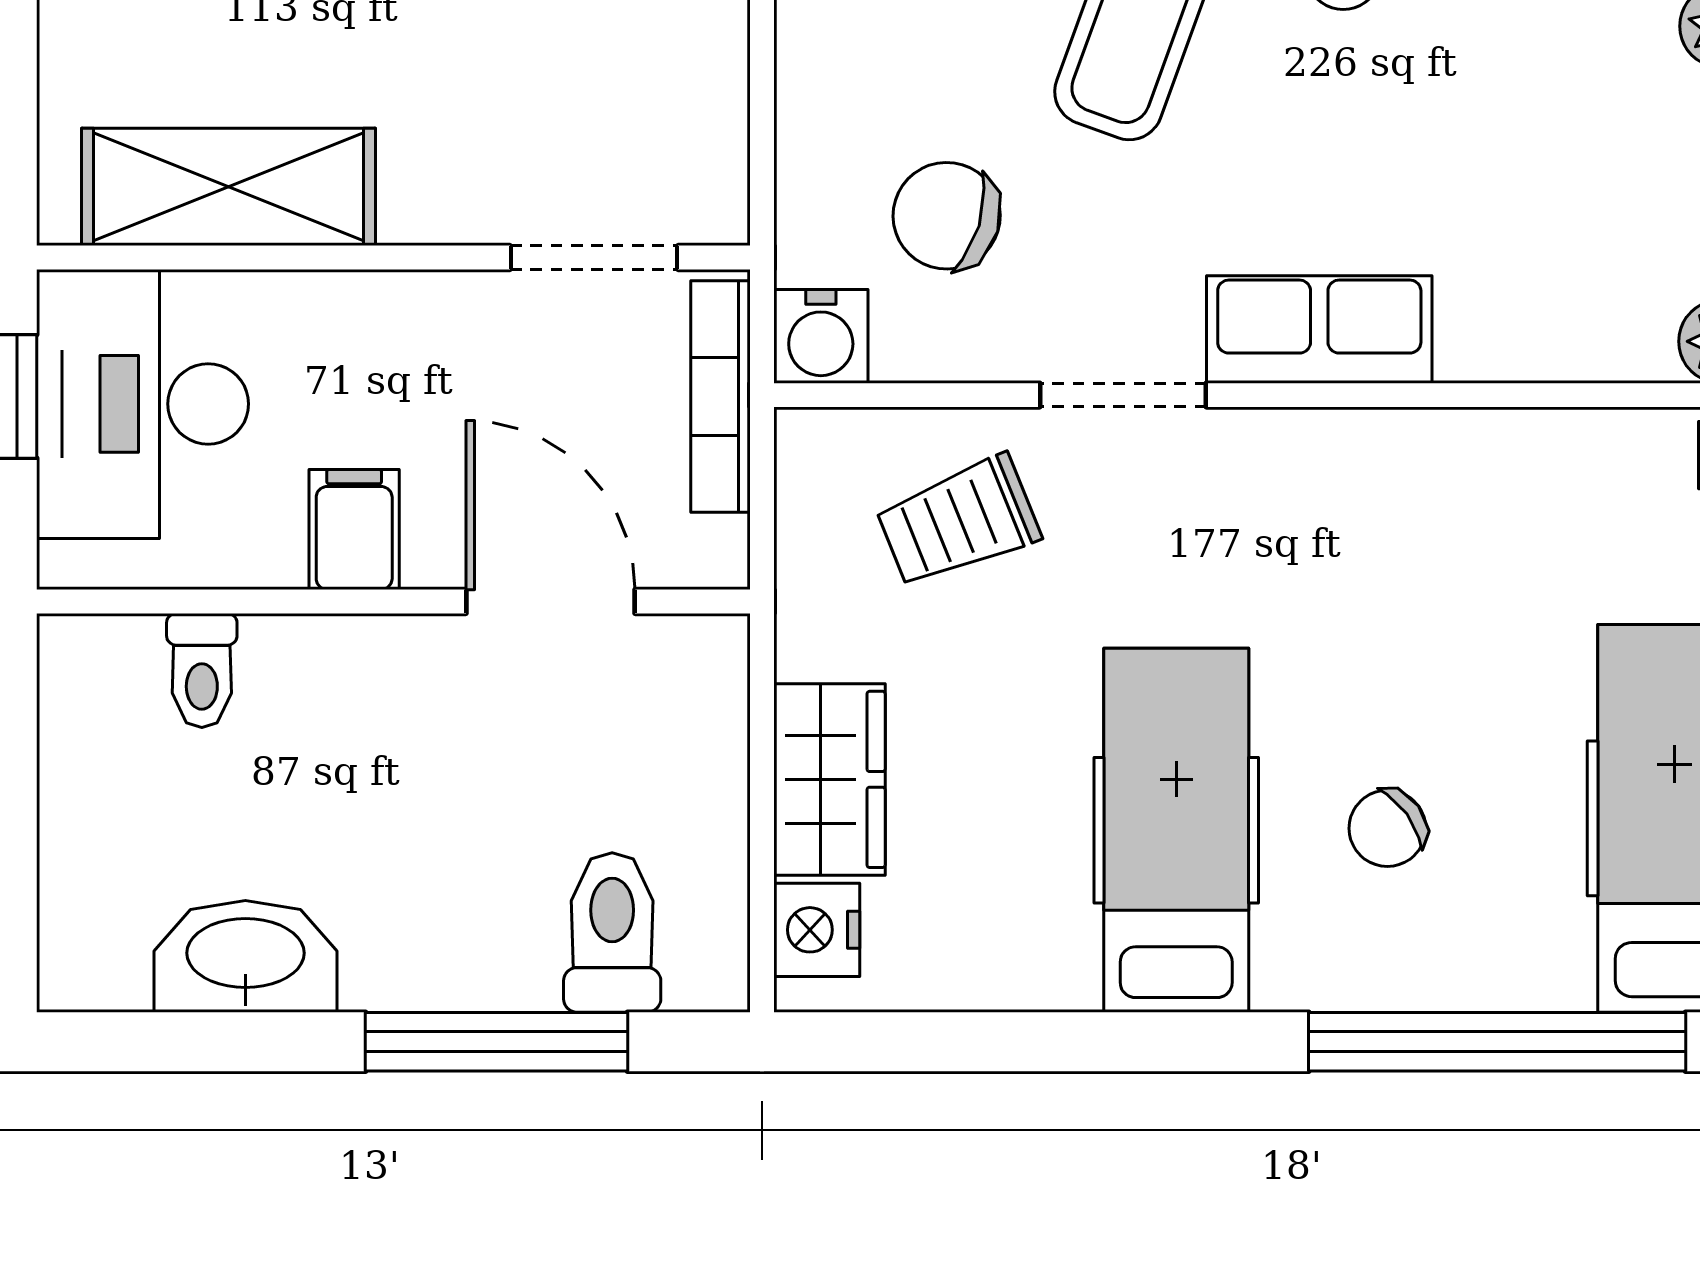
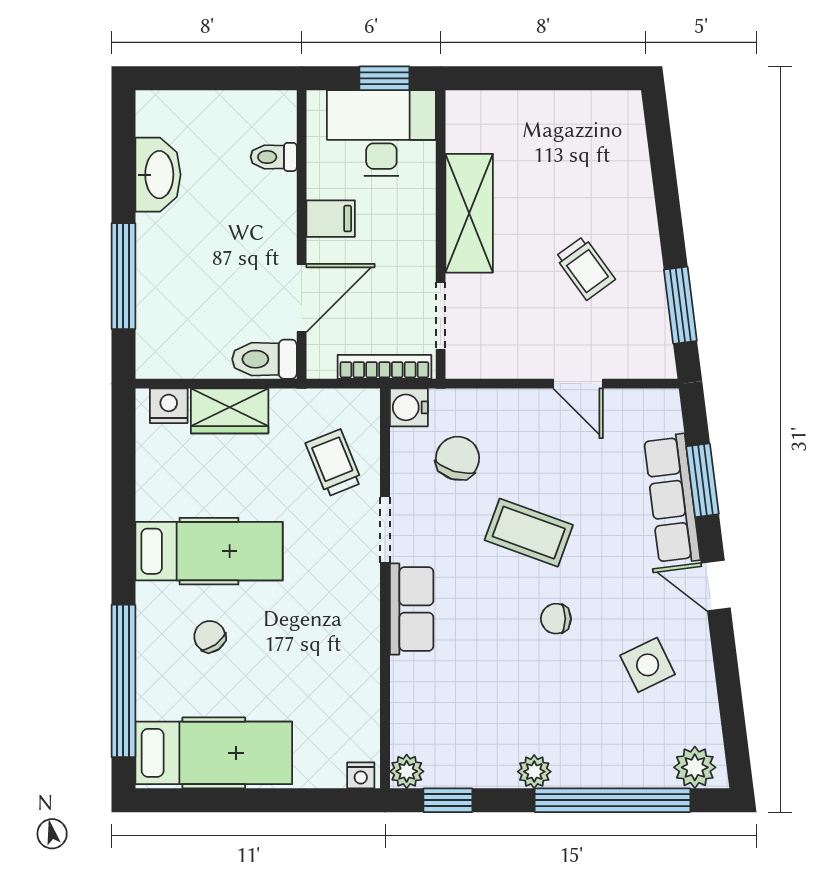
shelving: (228, 187) -> (469, 213), moved
toilet: (612, 932) -> (264, 359), moved, turned 180

